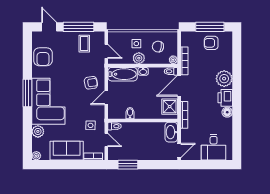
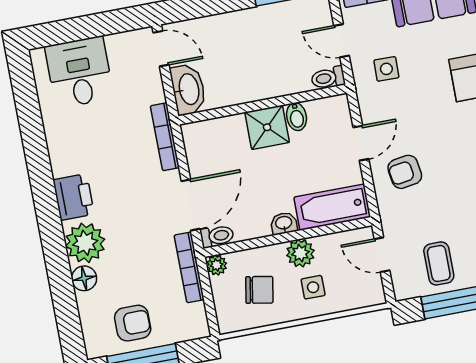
shower: (170, 107) -> (267, 127), moved
floor lamp: (227, 112) -> (84, 278), moved
door: (179, 150) -> (161, 49), swing flipped

